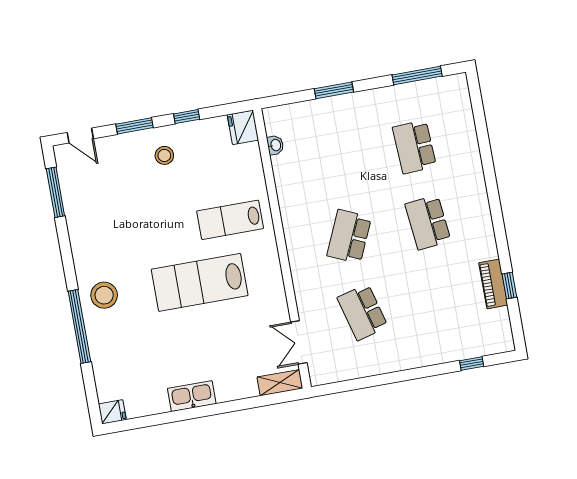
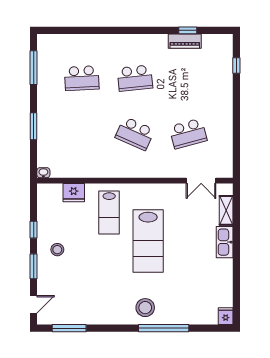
fridge: (243, 127) -> (74, 193), moved
washbasin: (275, 145) -> (43, 173), moved
shelving: (280, 383) -> (226, 210), moved
kitchen sink: (192, 396) -> (225, 242), moved

